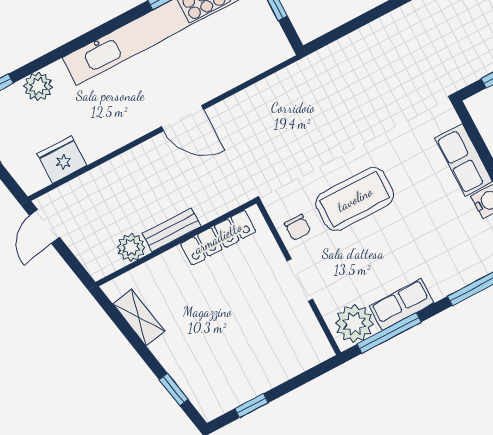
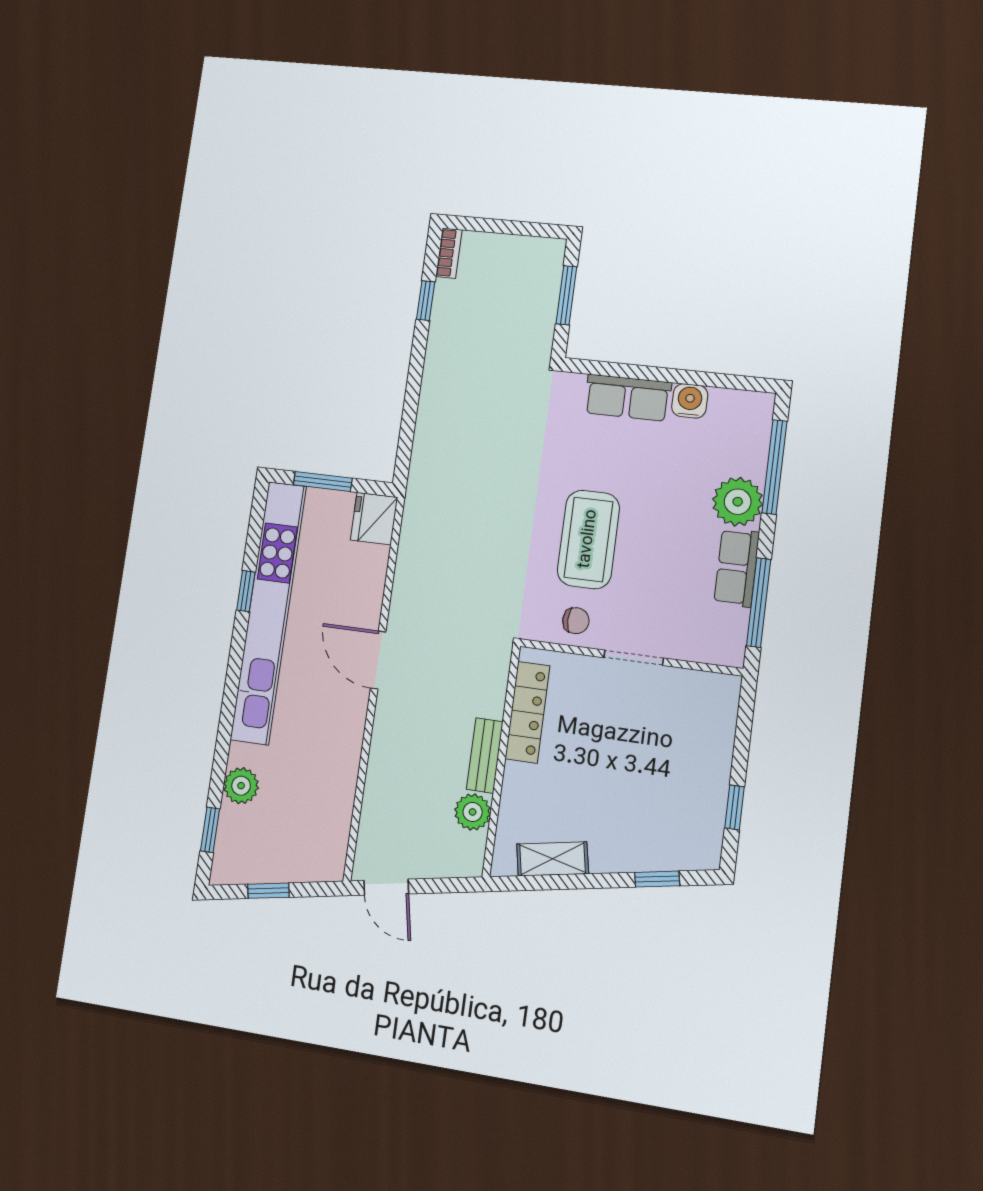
door: (182, 118) -> (378, 660), swing flipped
fridge: (62, 160) -> (374, 519), moved
plant: (354, 324) -> (738, 502), moved

